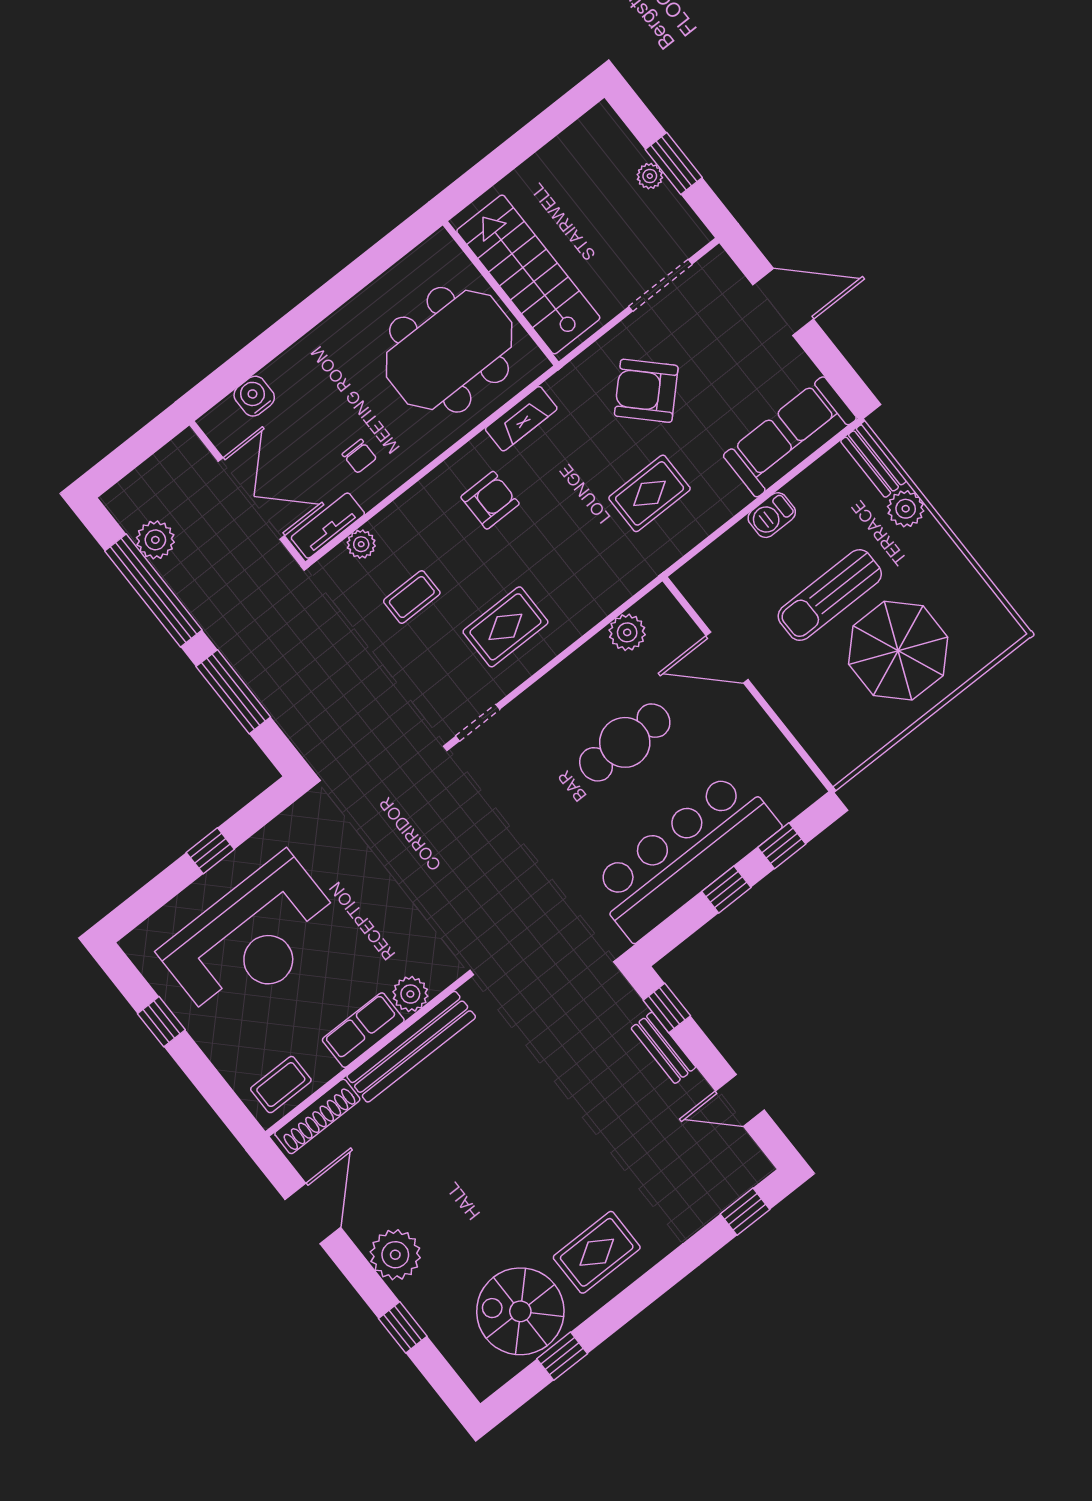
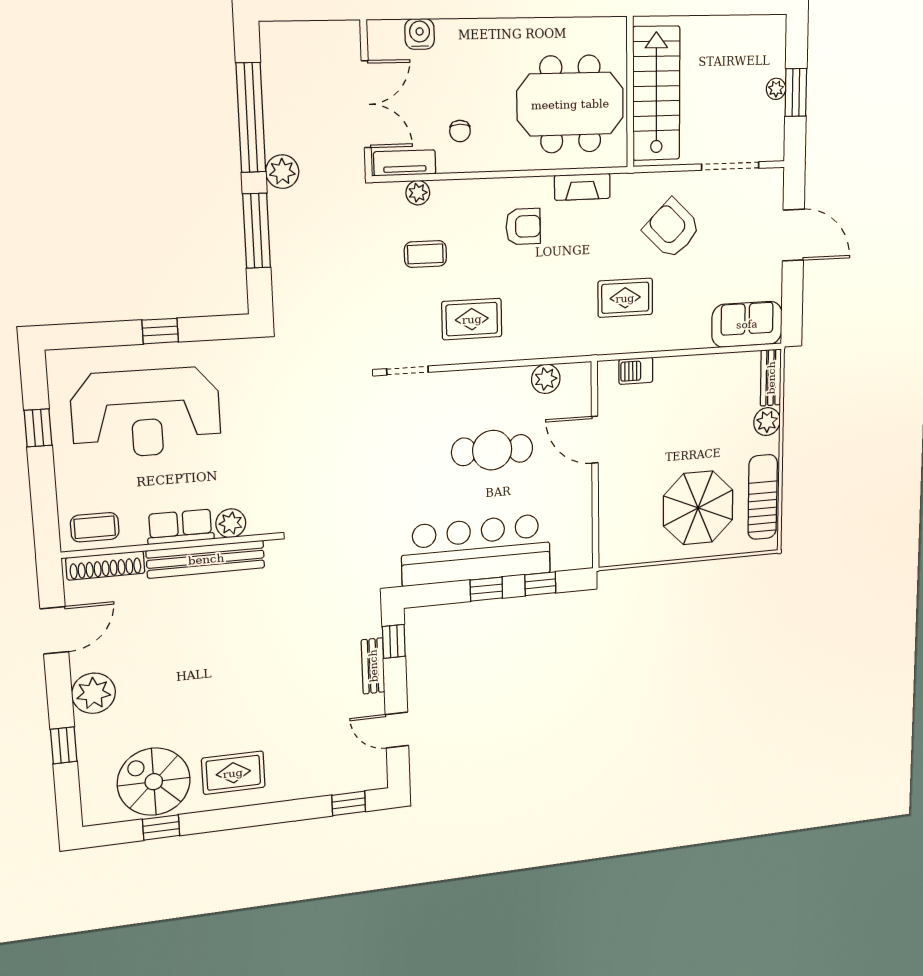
sofa: (790, 437) -> (747, 324), width x0.73
barbecue: (772, 515) -> (636, 371), moved
plant: (155, 540) -> (282, 172), moved
sun lounger: (830, 595) -> (763, 497), moved, turned 90

